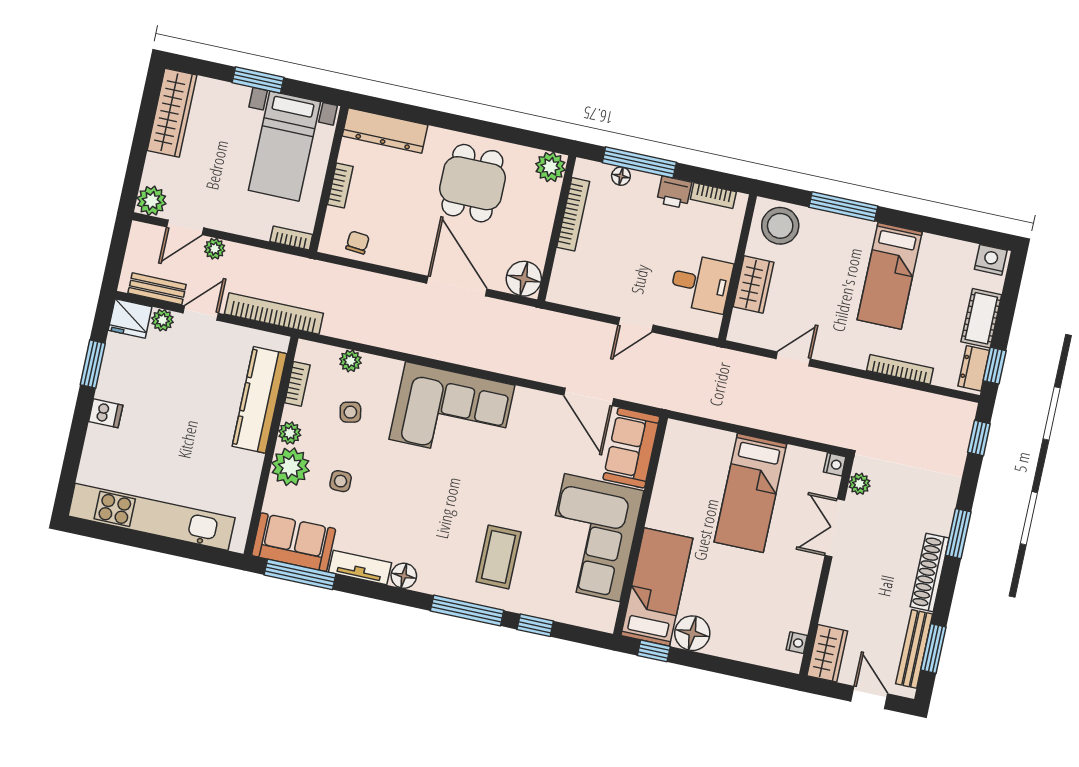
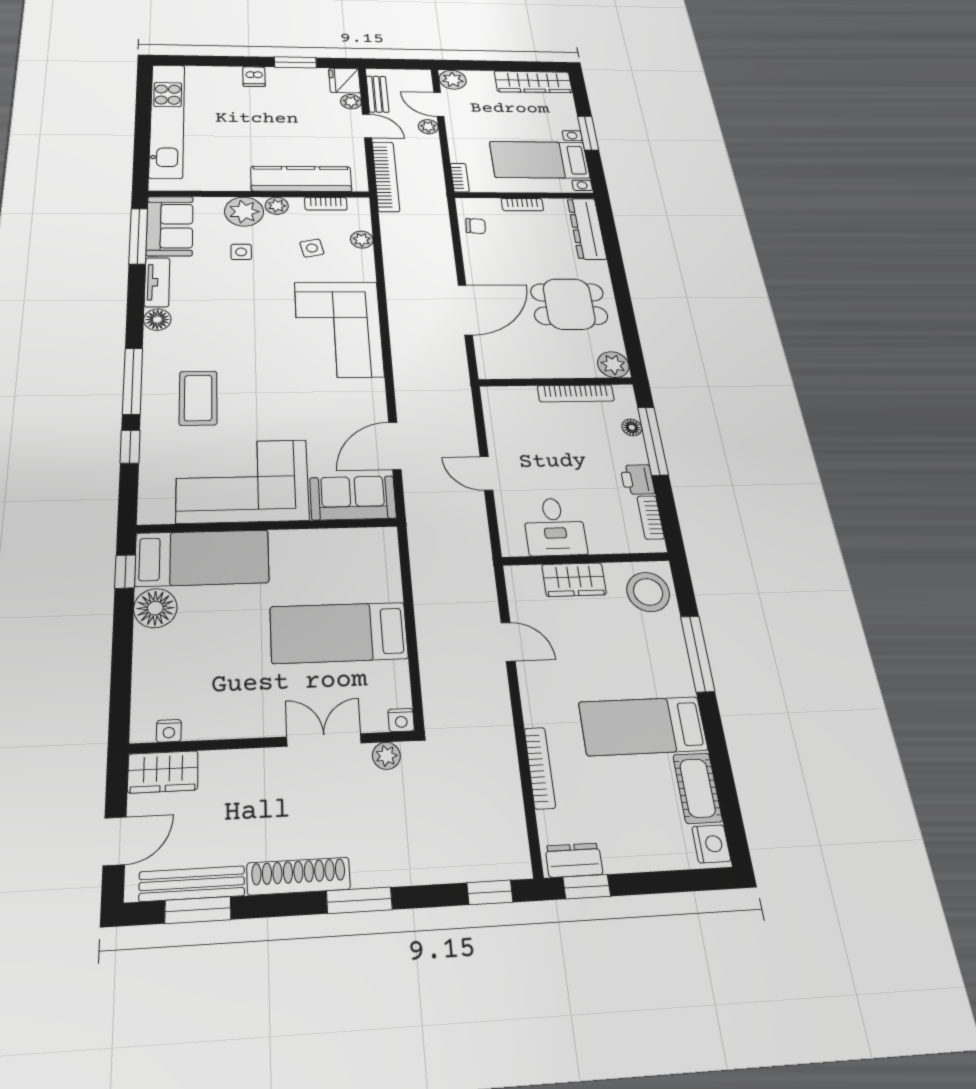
floor lamp: (524, 279) -> (495, 364), removed
cot: (981, 318) -> (698, 788), moved, turned 90
coffee table: (499, 557) -> (198, 398), turned 90

